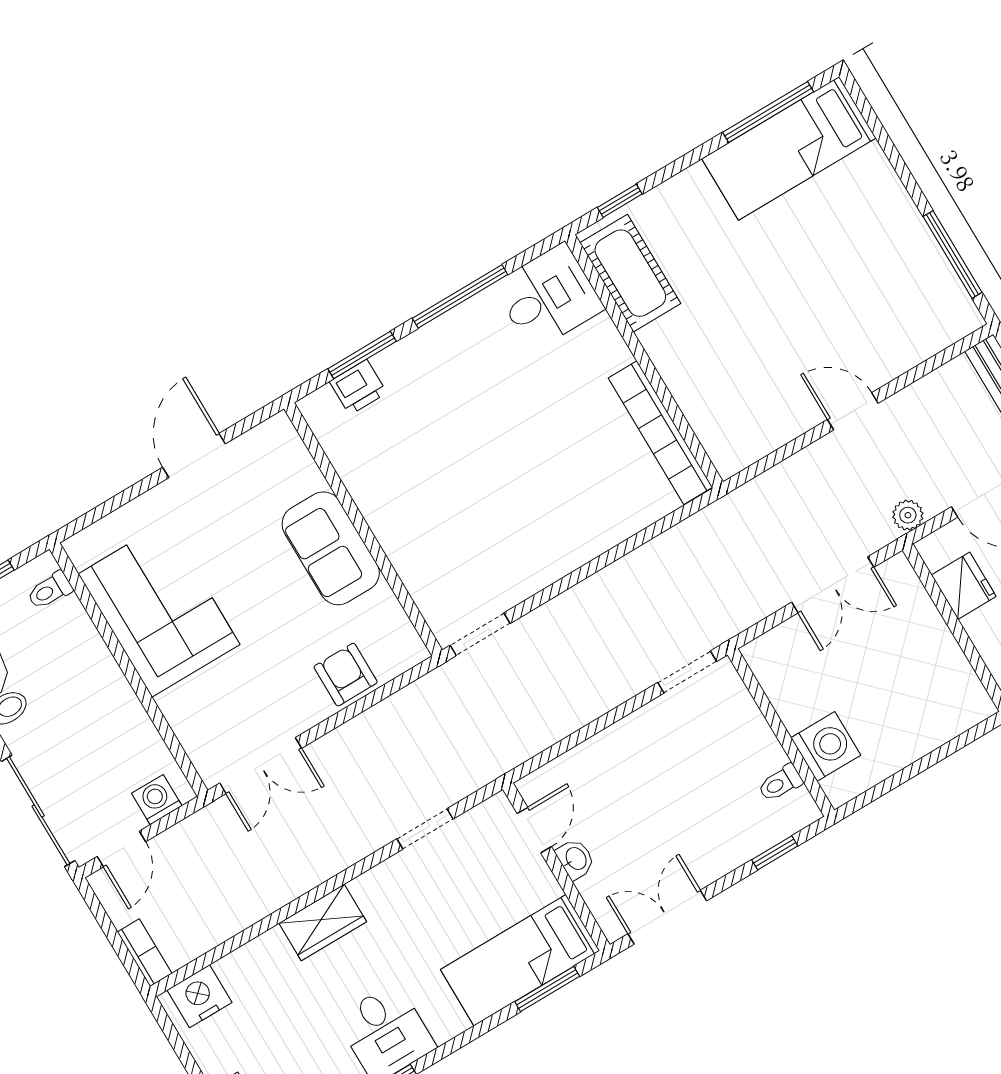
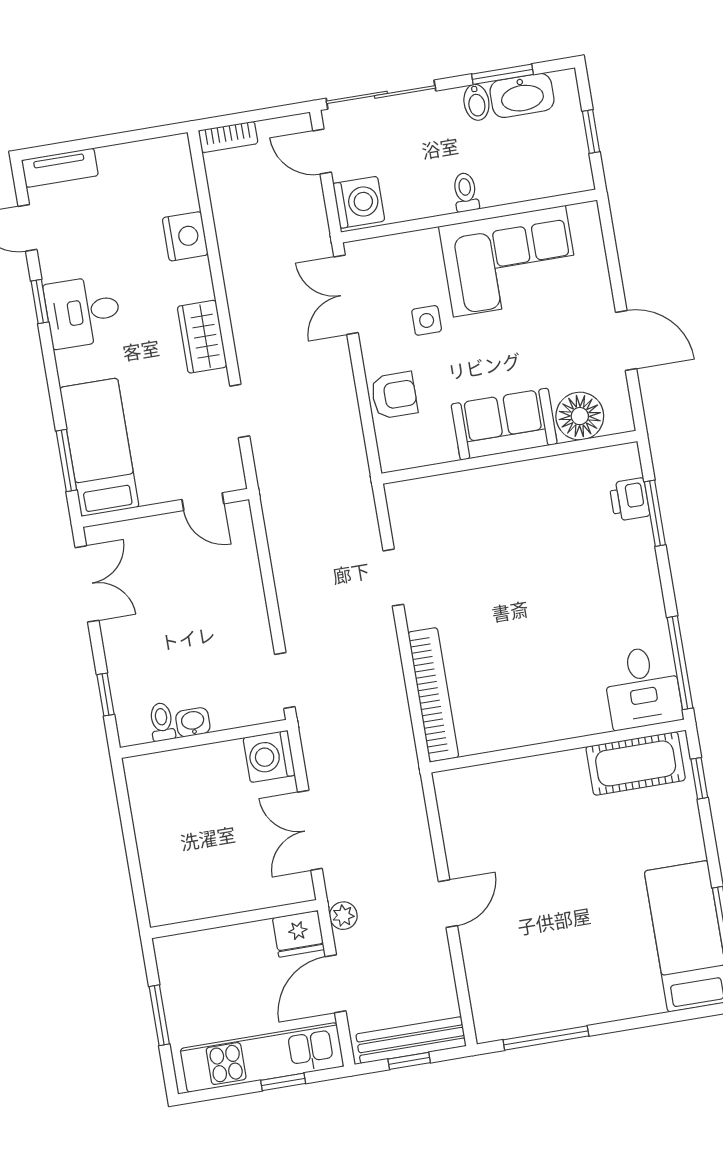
window: (460, 296) -> (680, 663), moved
bookcase: (660, 433) -> (433, 695), moved, turned 90
floor lamp: (292, 473) -> (580, 416), added
fridge: (964, 586) -> (298, 934), moved
toilet: (50, 590) -> (466, 192), moved
doorway: (480, 634) -> (393, 578), moved
side table: (255, 671) -> (427, 320), added
washing machine: (826, 746) -> (269, 756), moved, turned 90
washing machine: (157, 800) -> (359, 202), width x1.38, depth x1.38
washbasin: (575, 859) -> (193, 722), moved, turned 180
wardrobe: (323, 922) -> (202, 337), moved
nightstand: (200, 996) -> (185, 236), moved

